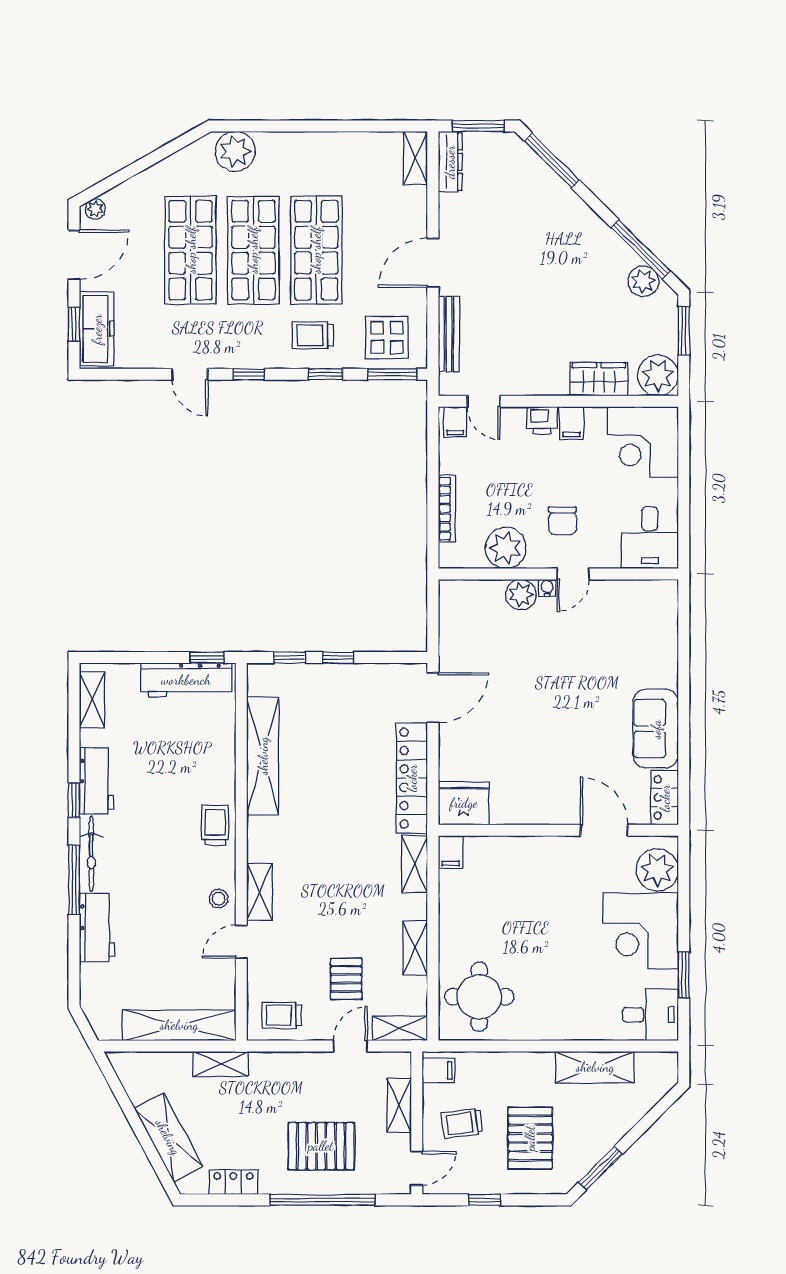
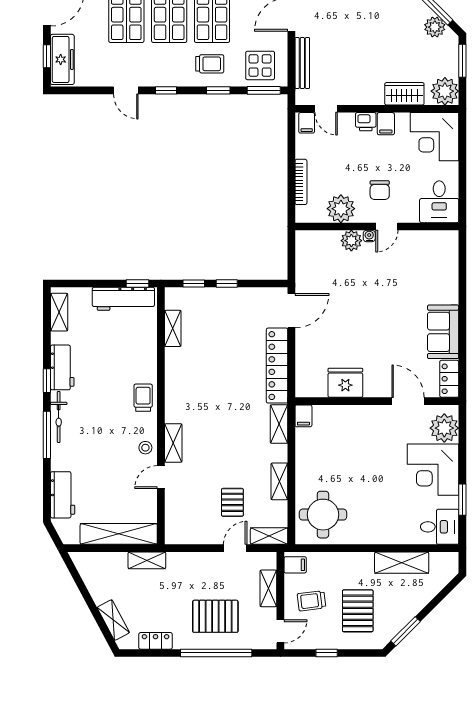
trolley: (313, 335) -> (210, 64), turned 180
shelving: (263, 756) -> (173, 328), width x0.45, depth x0.75
fridge: (464, 803) -> (345, 383), moved
workbench: (97, 927) -> (63, 495), moved
trolley: (282, 1015) -> (188, 527), removed
shelving: (168, 1137) -> (113, 620), width x0.67, depth x0.75

